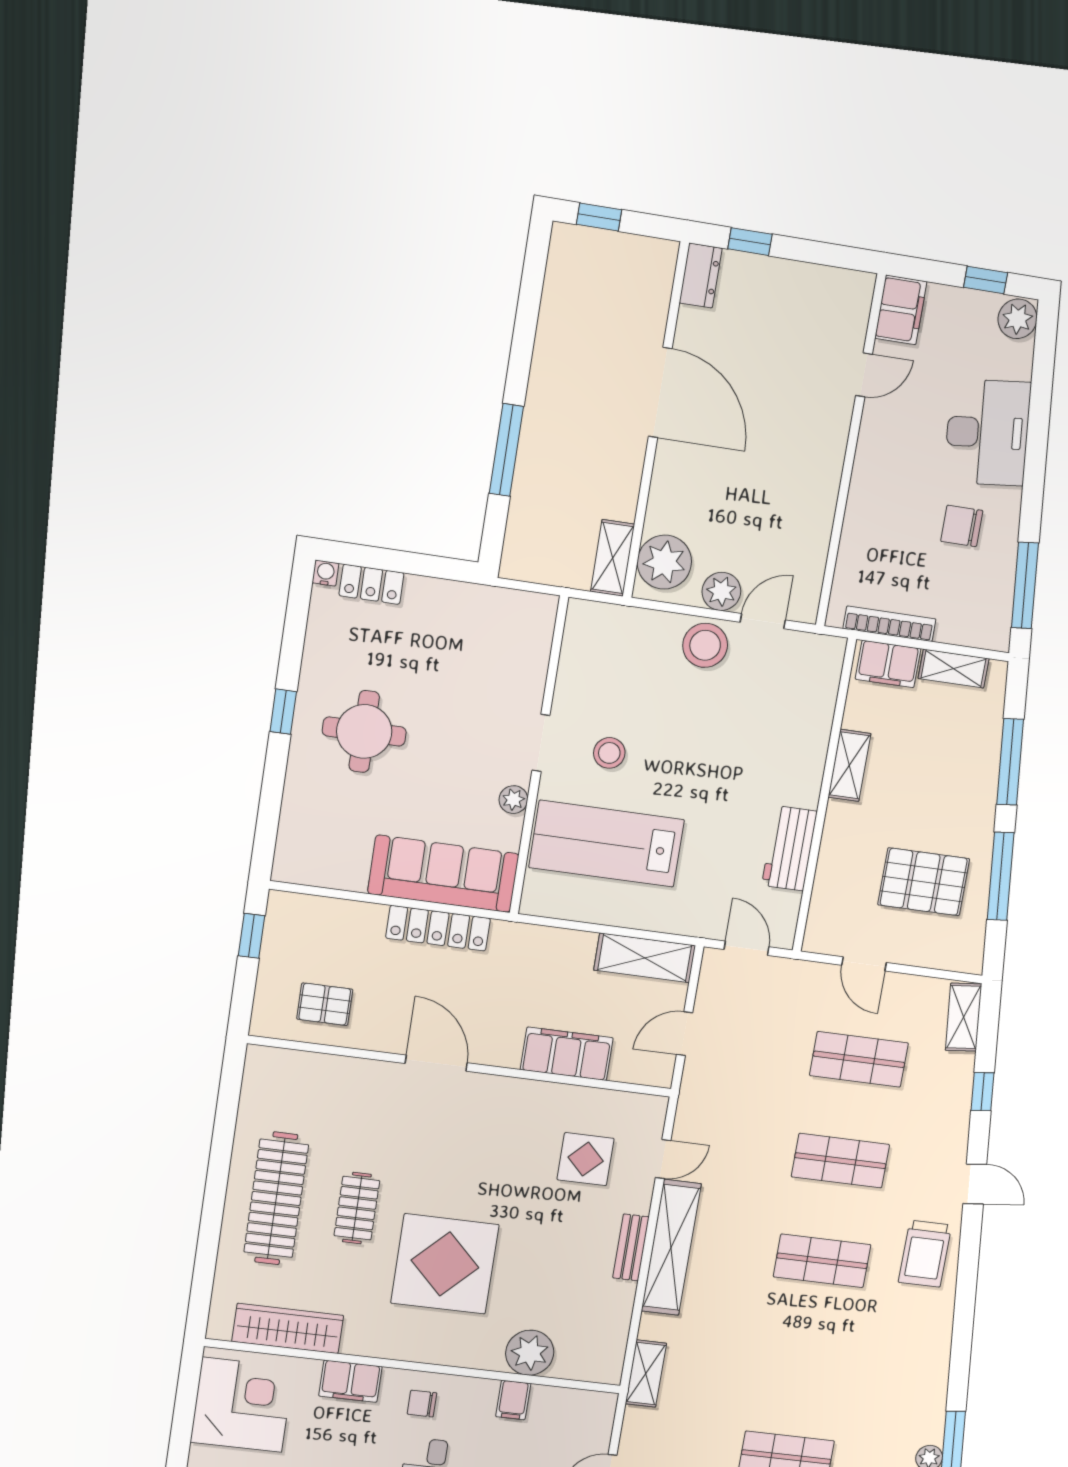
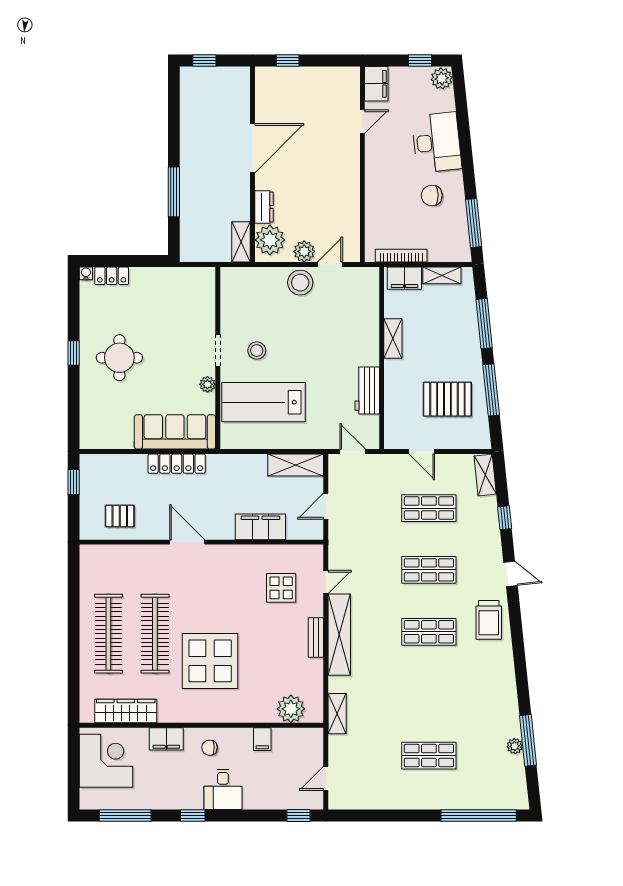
dresser: (701, 276) -> (264, 207), moved
door: (660, 392) -> (253, 148), hinge flipped
clothes rail: (357, 1208) -> (155, 634), width x1.86, depth x1.31
plant: (530, 1353) -> (291, 709), moved

